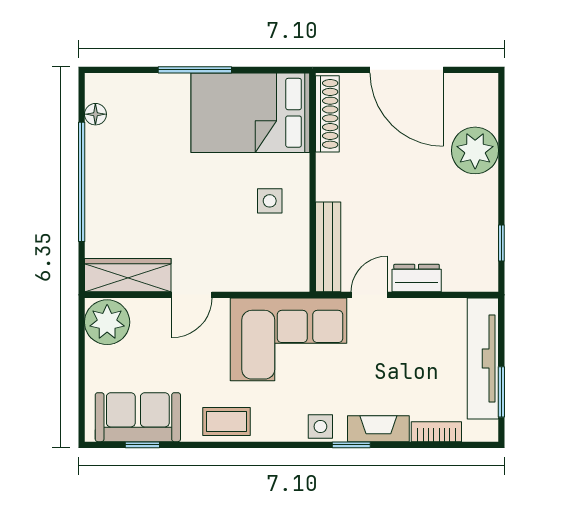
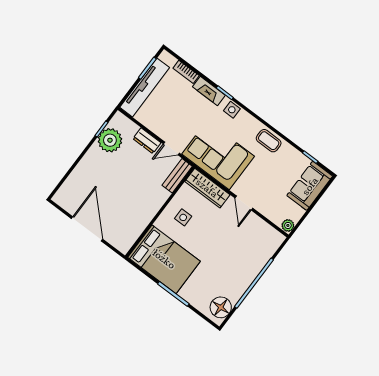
floor lamp: (95, 114) -> (221, 307), width x1.89, depth x1.89
shoe rack: (327, 114) -> (133, 235), removed
plant: (475, 150) -> (110, 140), moved
bench: (328, 247) -> (177, 176), width x0.73
wardrobe: (128, 275) -> (207, 188), moved
door: (192, 295) -> (244, 203), swing flipped
plant: (107, 322) -> (288, 225), width x0.53, depth x0.53
sofa: (138, 417) -> (310, 186), moved, turned 90

